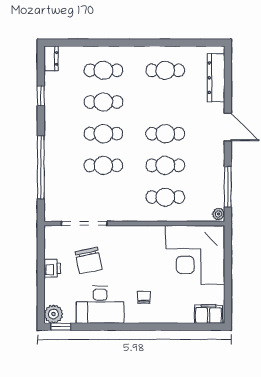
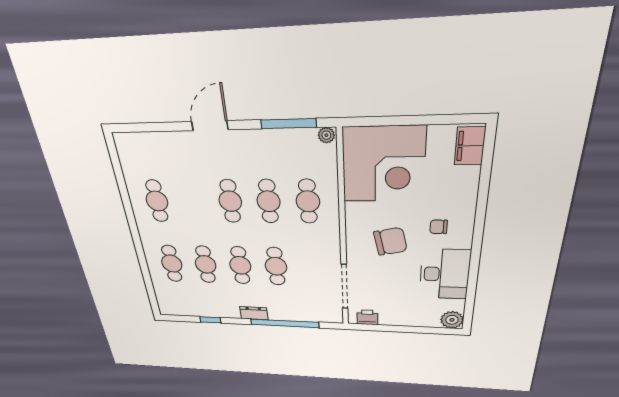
dresser: (51, 58) -> (254, 313), moved
dresser: (216, 78) -> (152, 142), removed
chair: (89, 261) -> (390, 241), moved
printer: (52, 268) -> (367, 317), moved
window: (61, 327) -> (468, 314), removed

